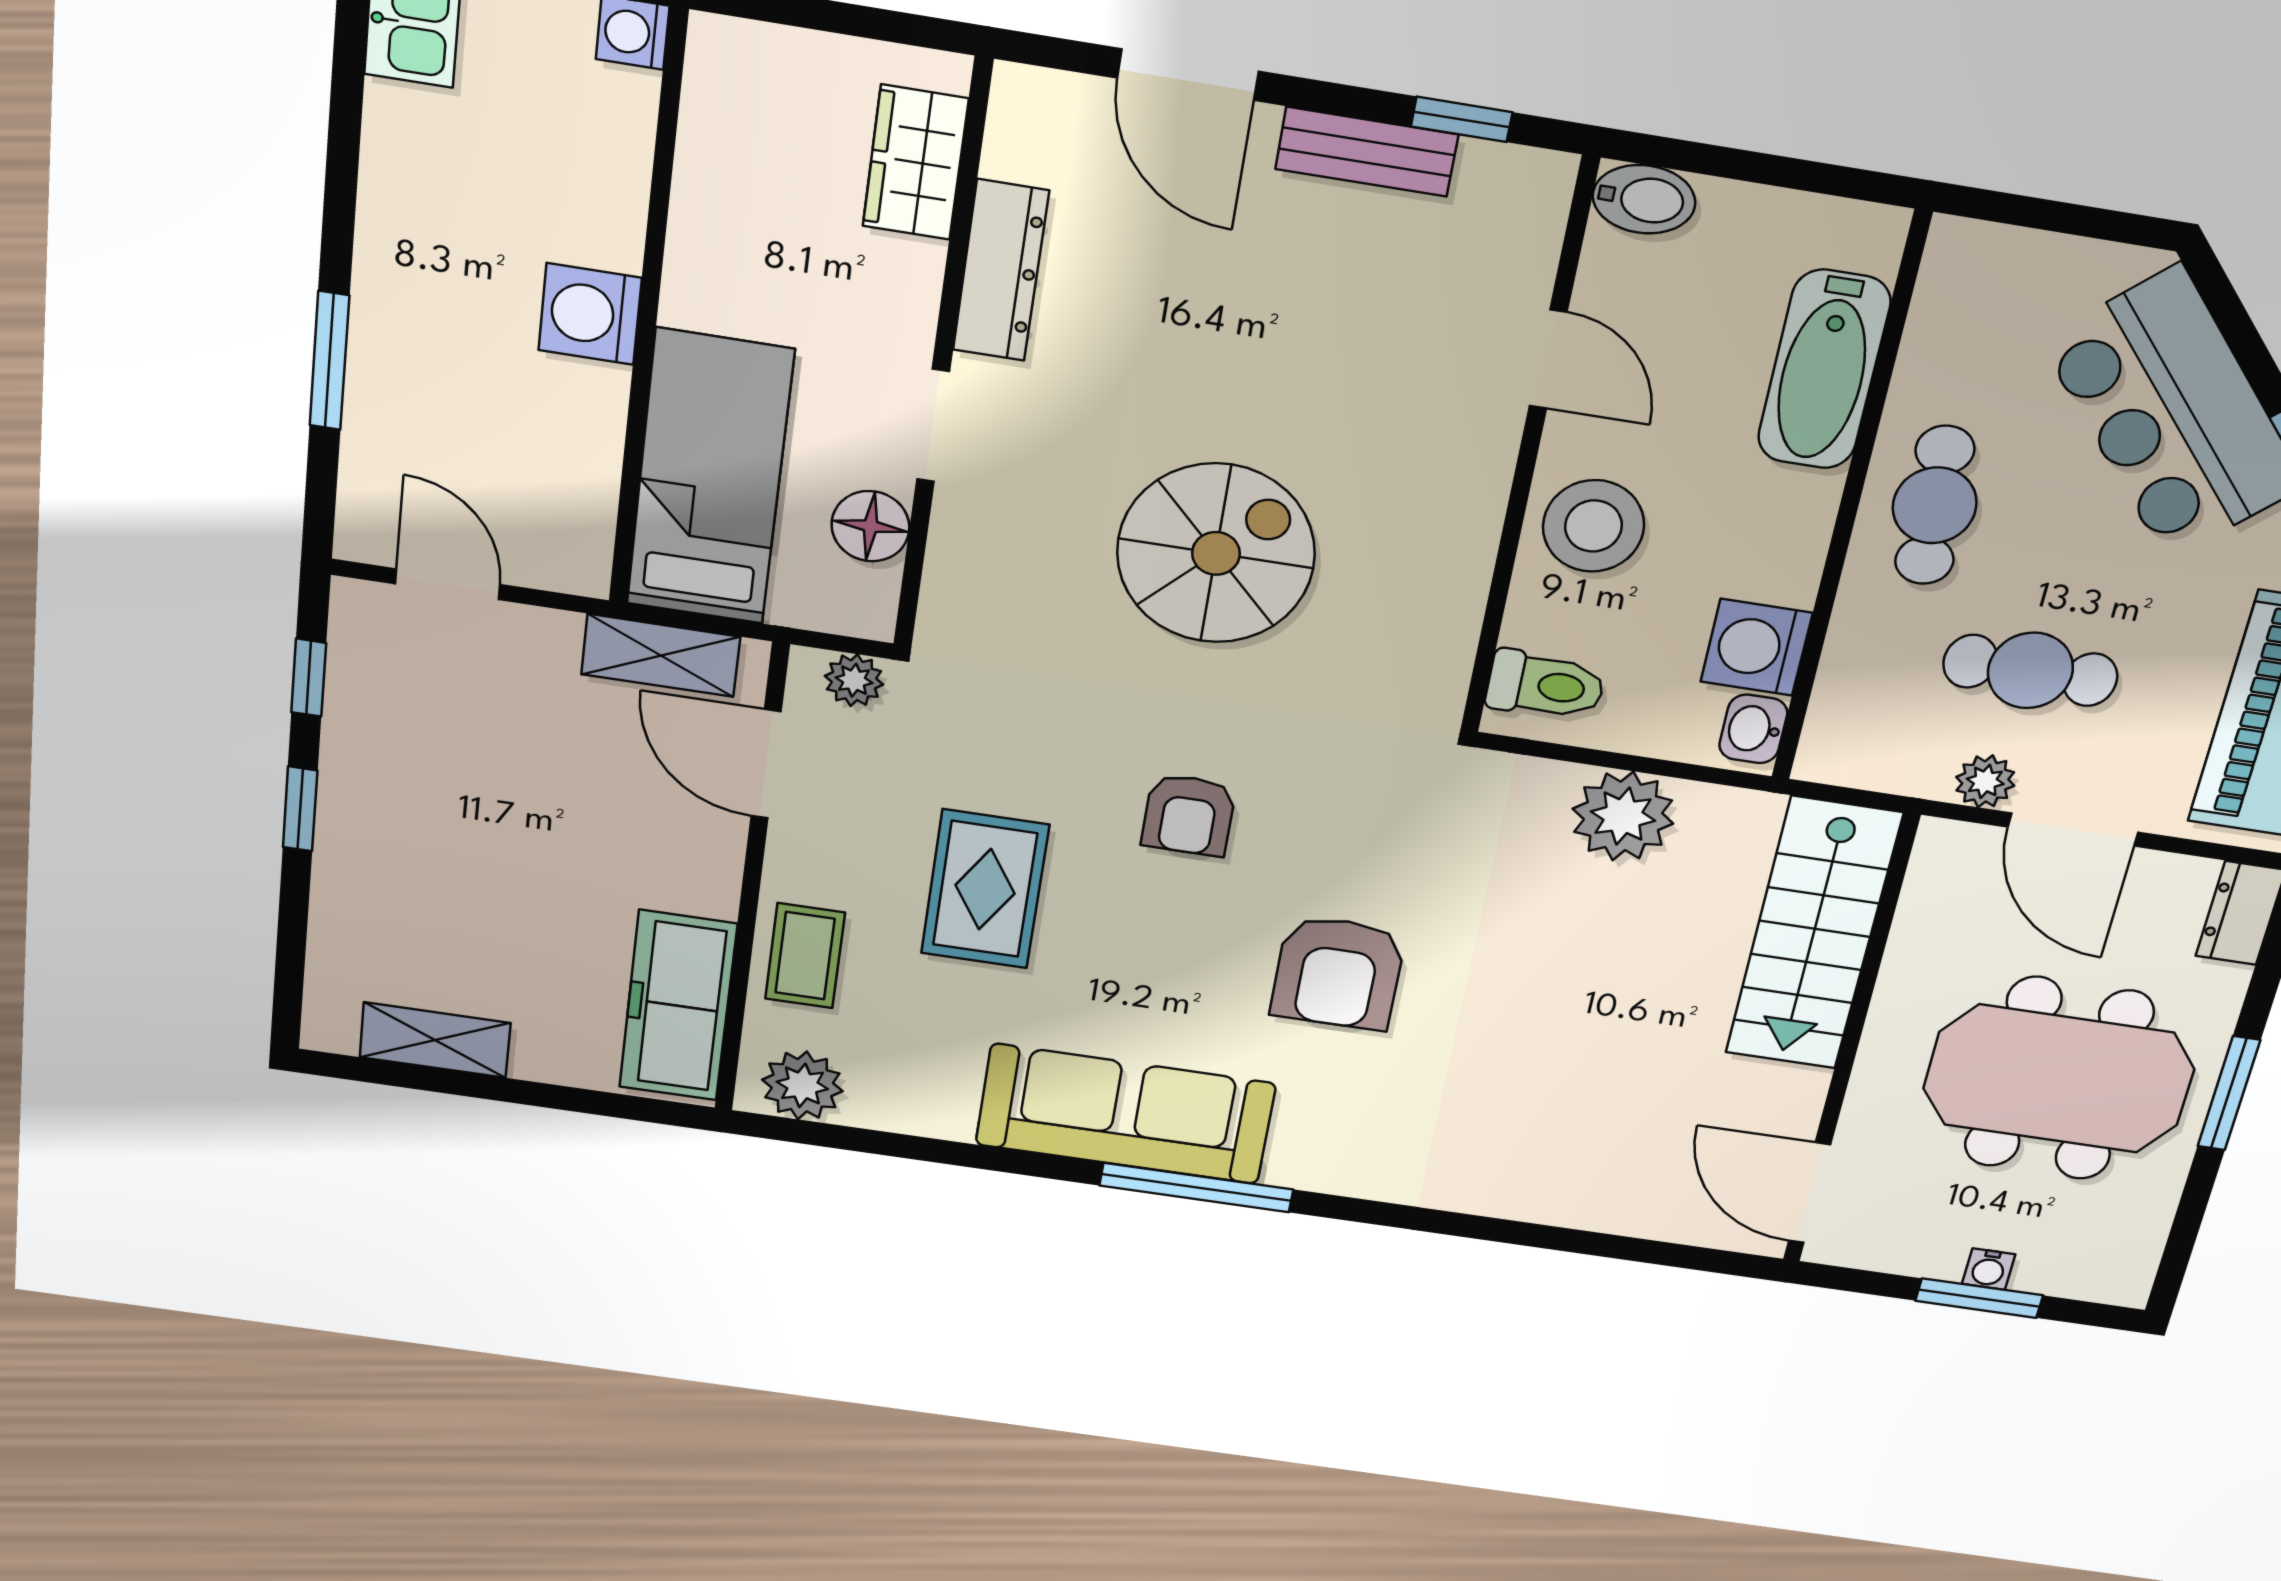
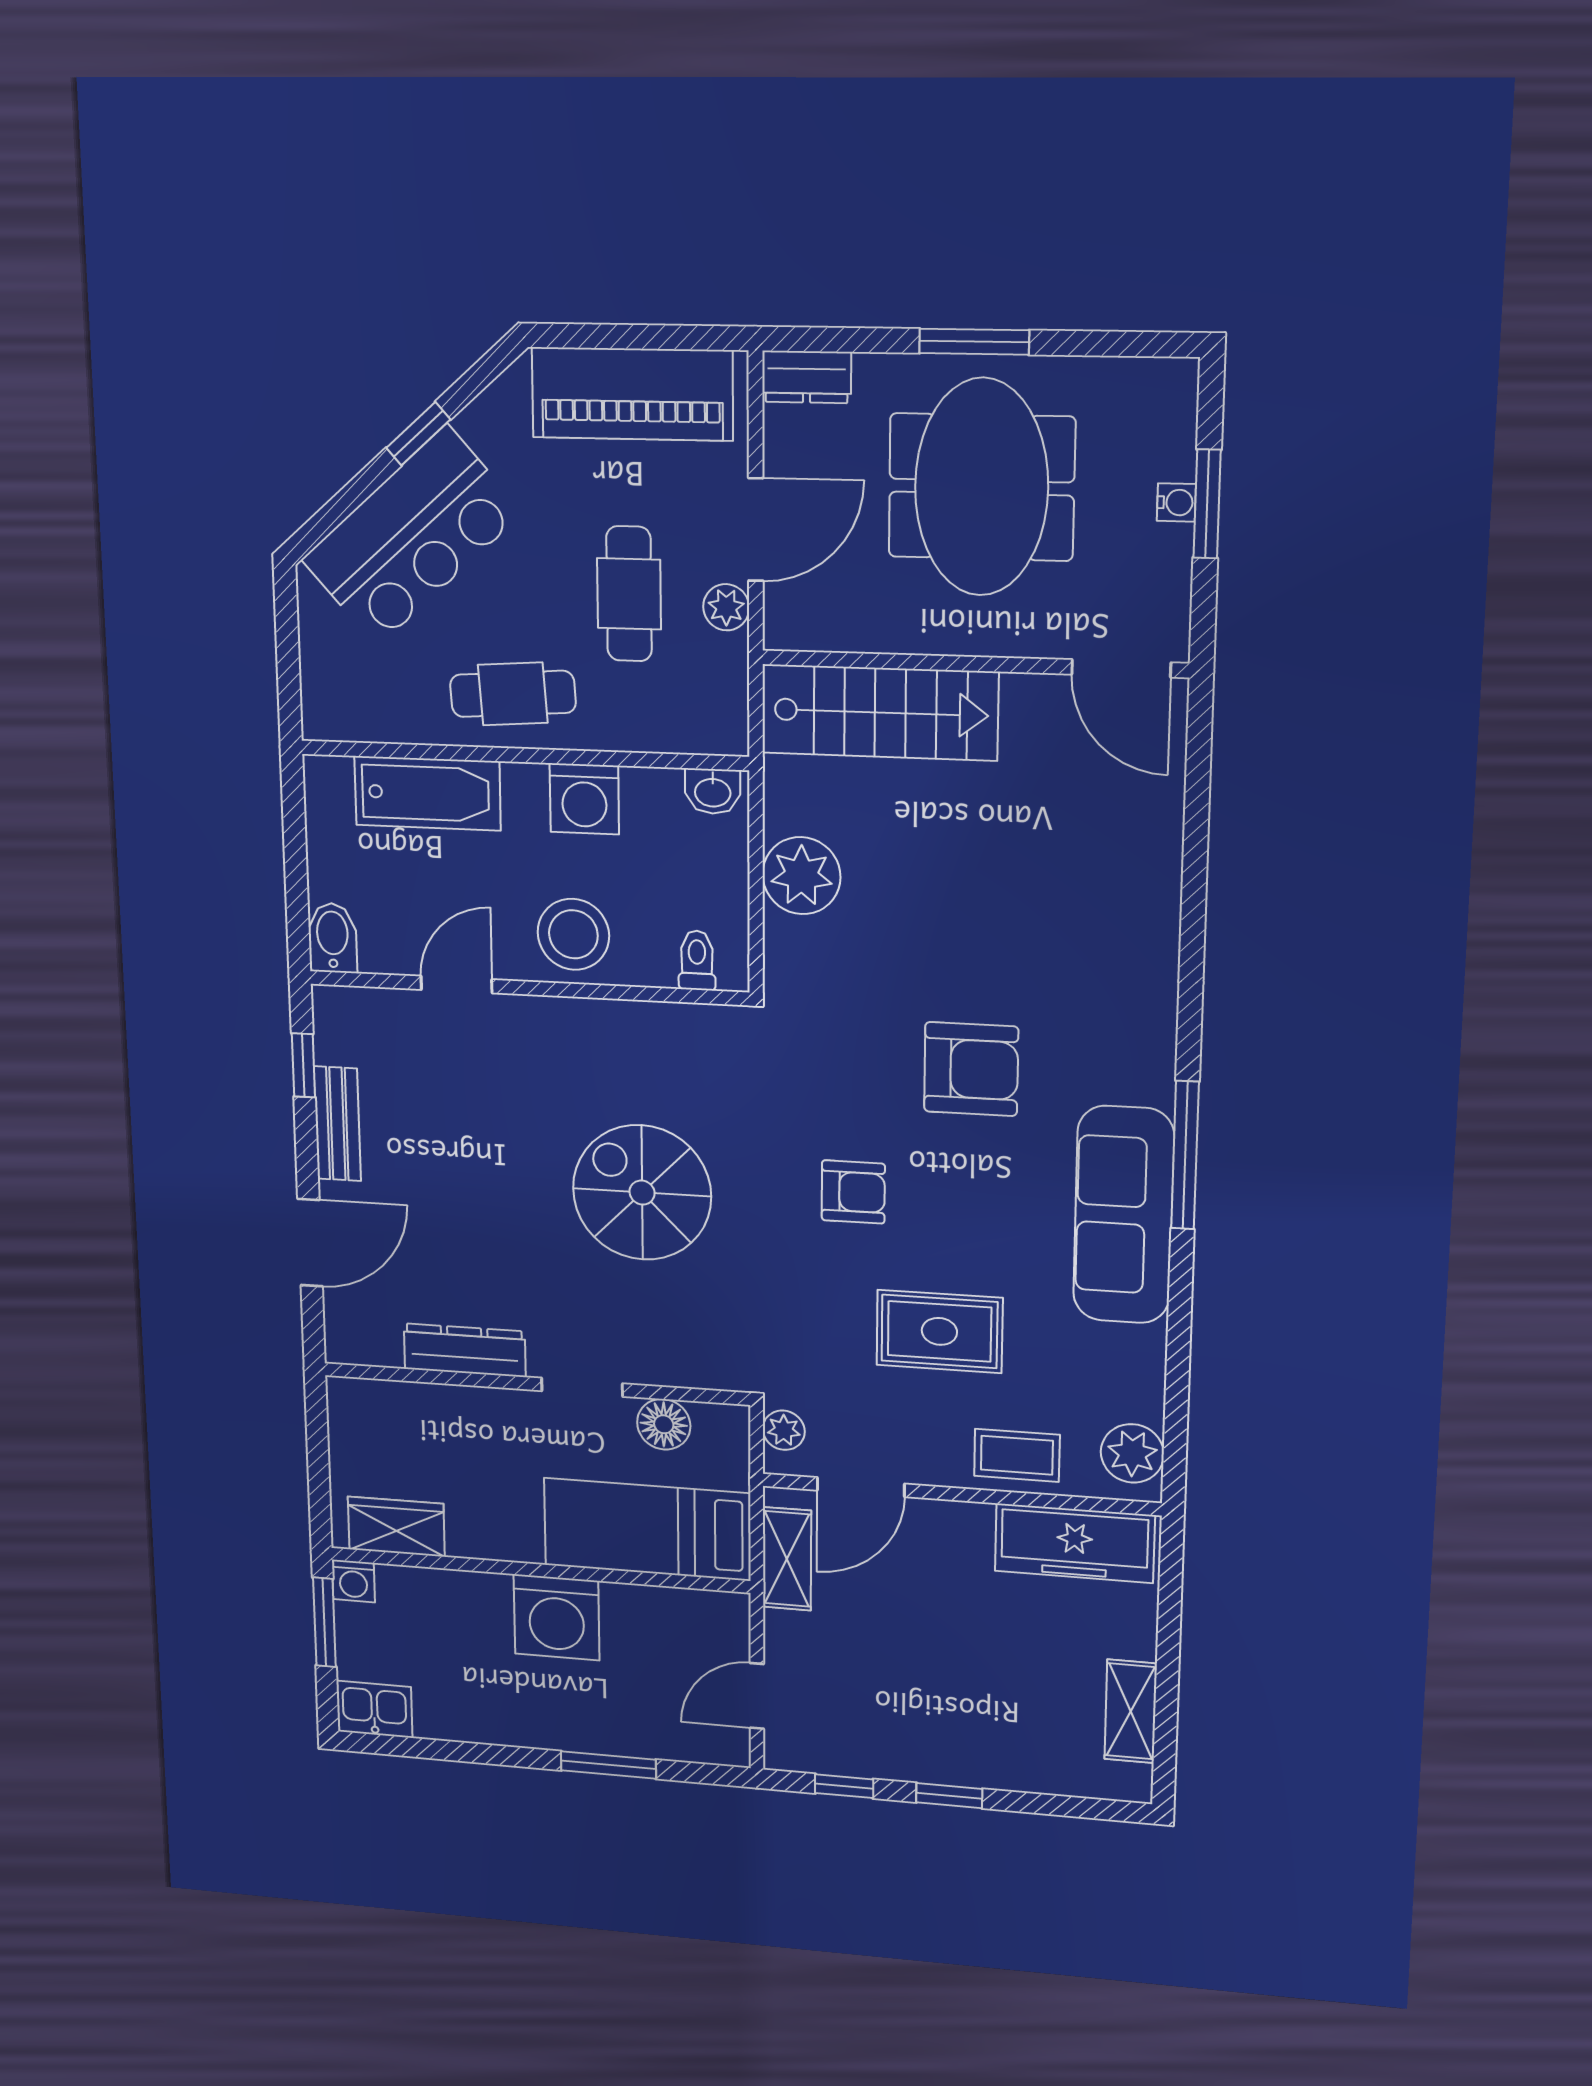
wardrobe: (916, 162) -> (396, 1527), moved, turned 180
washing machine: (590, 314) -> (557, 1617), width x1.37, depth x1.37
washing machine: (1756, 647) -> (584, 799), moved
toilet: (1546, 685) -> (697, 960), width x0.73, depth x0.72
door: (1810, 1193) -> (1121, 668), hinge flipped

